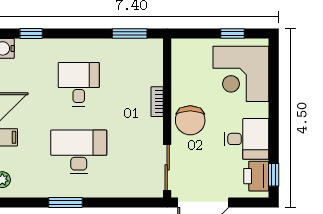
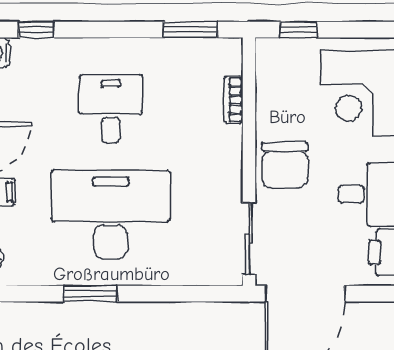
window: (232, 33) -> (298, 30), moved
bookcase: (157, 102) -> (233, 100), moved
desk: (79, 152) -> (111, 214), width x1.36, depth x1.30

